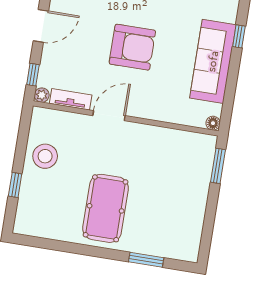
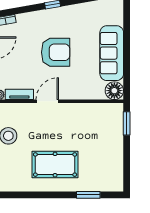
window: (239, 36) -> (127, 33), removed
floor lamp: (213, 123) -> (114, 91), width x1.89, depth x1.89
pool table: (106, 208) -> (55, 165), turned 90

